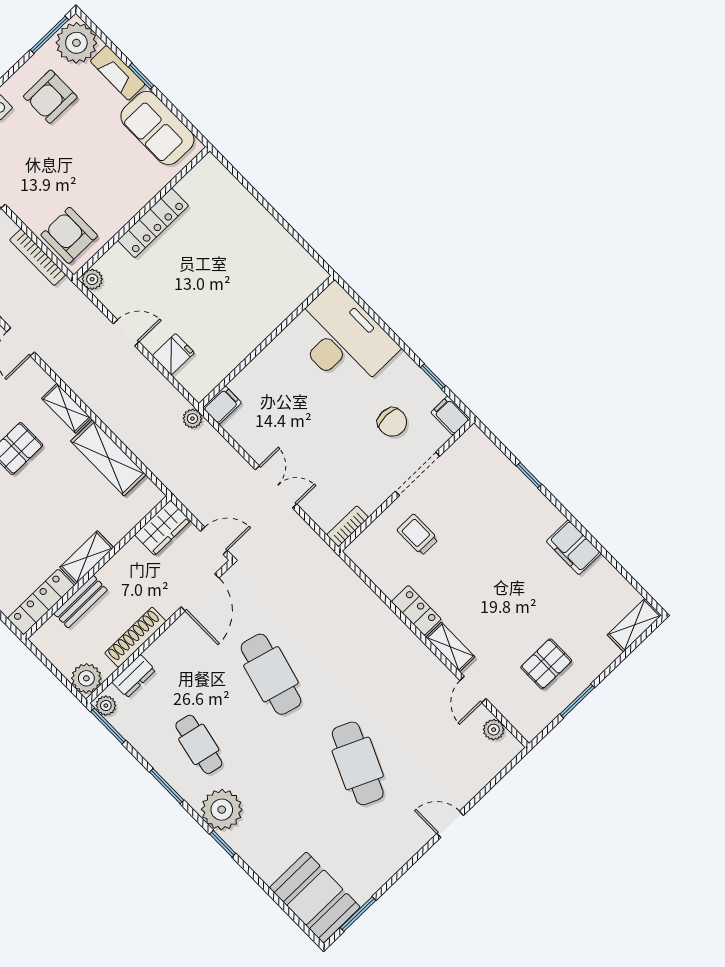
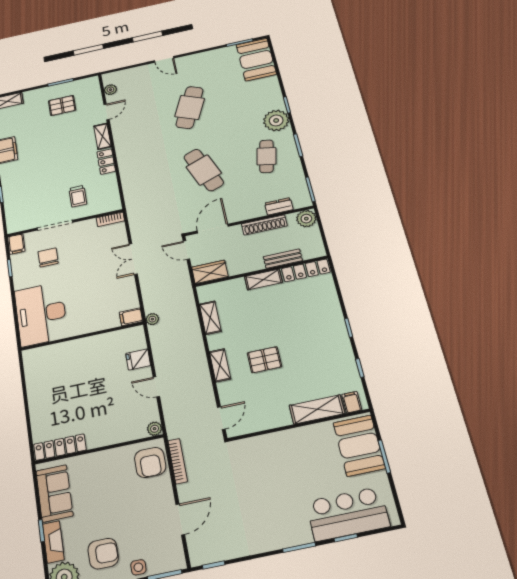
locker: (153, 223) -> (60, 447), moved
shelving: (108, 458) -> (210, 318), width x0.67, depth x0.75
cafe table: (271, 674) -> (204, 170), turned -36
plant: (106, 706) -> (305, 200), removed

